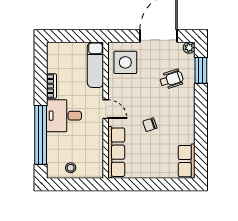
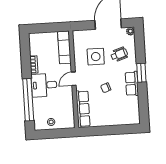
side table: (125, 62) -> (96, 57), moved
window: (201, 70) -> (141, 73), moved
door: (106, 109) -> (74, 79), swing flipped
row of seats: (187, 161) -> (132, 84), moved

